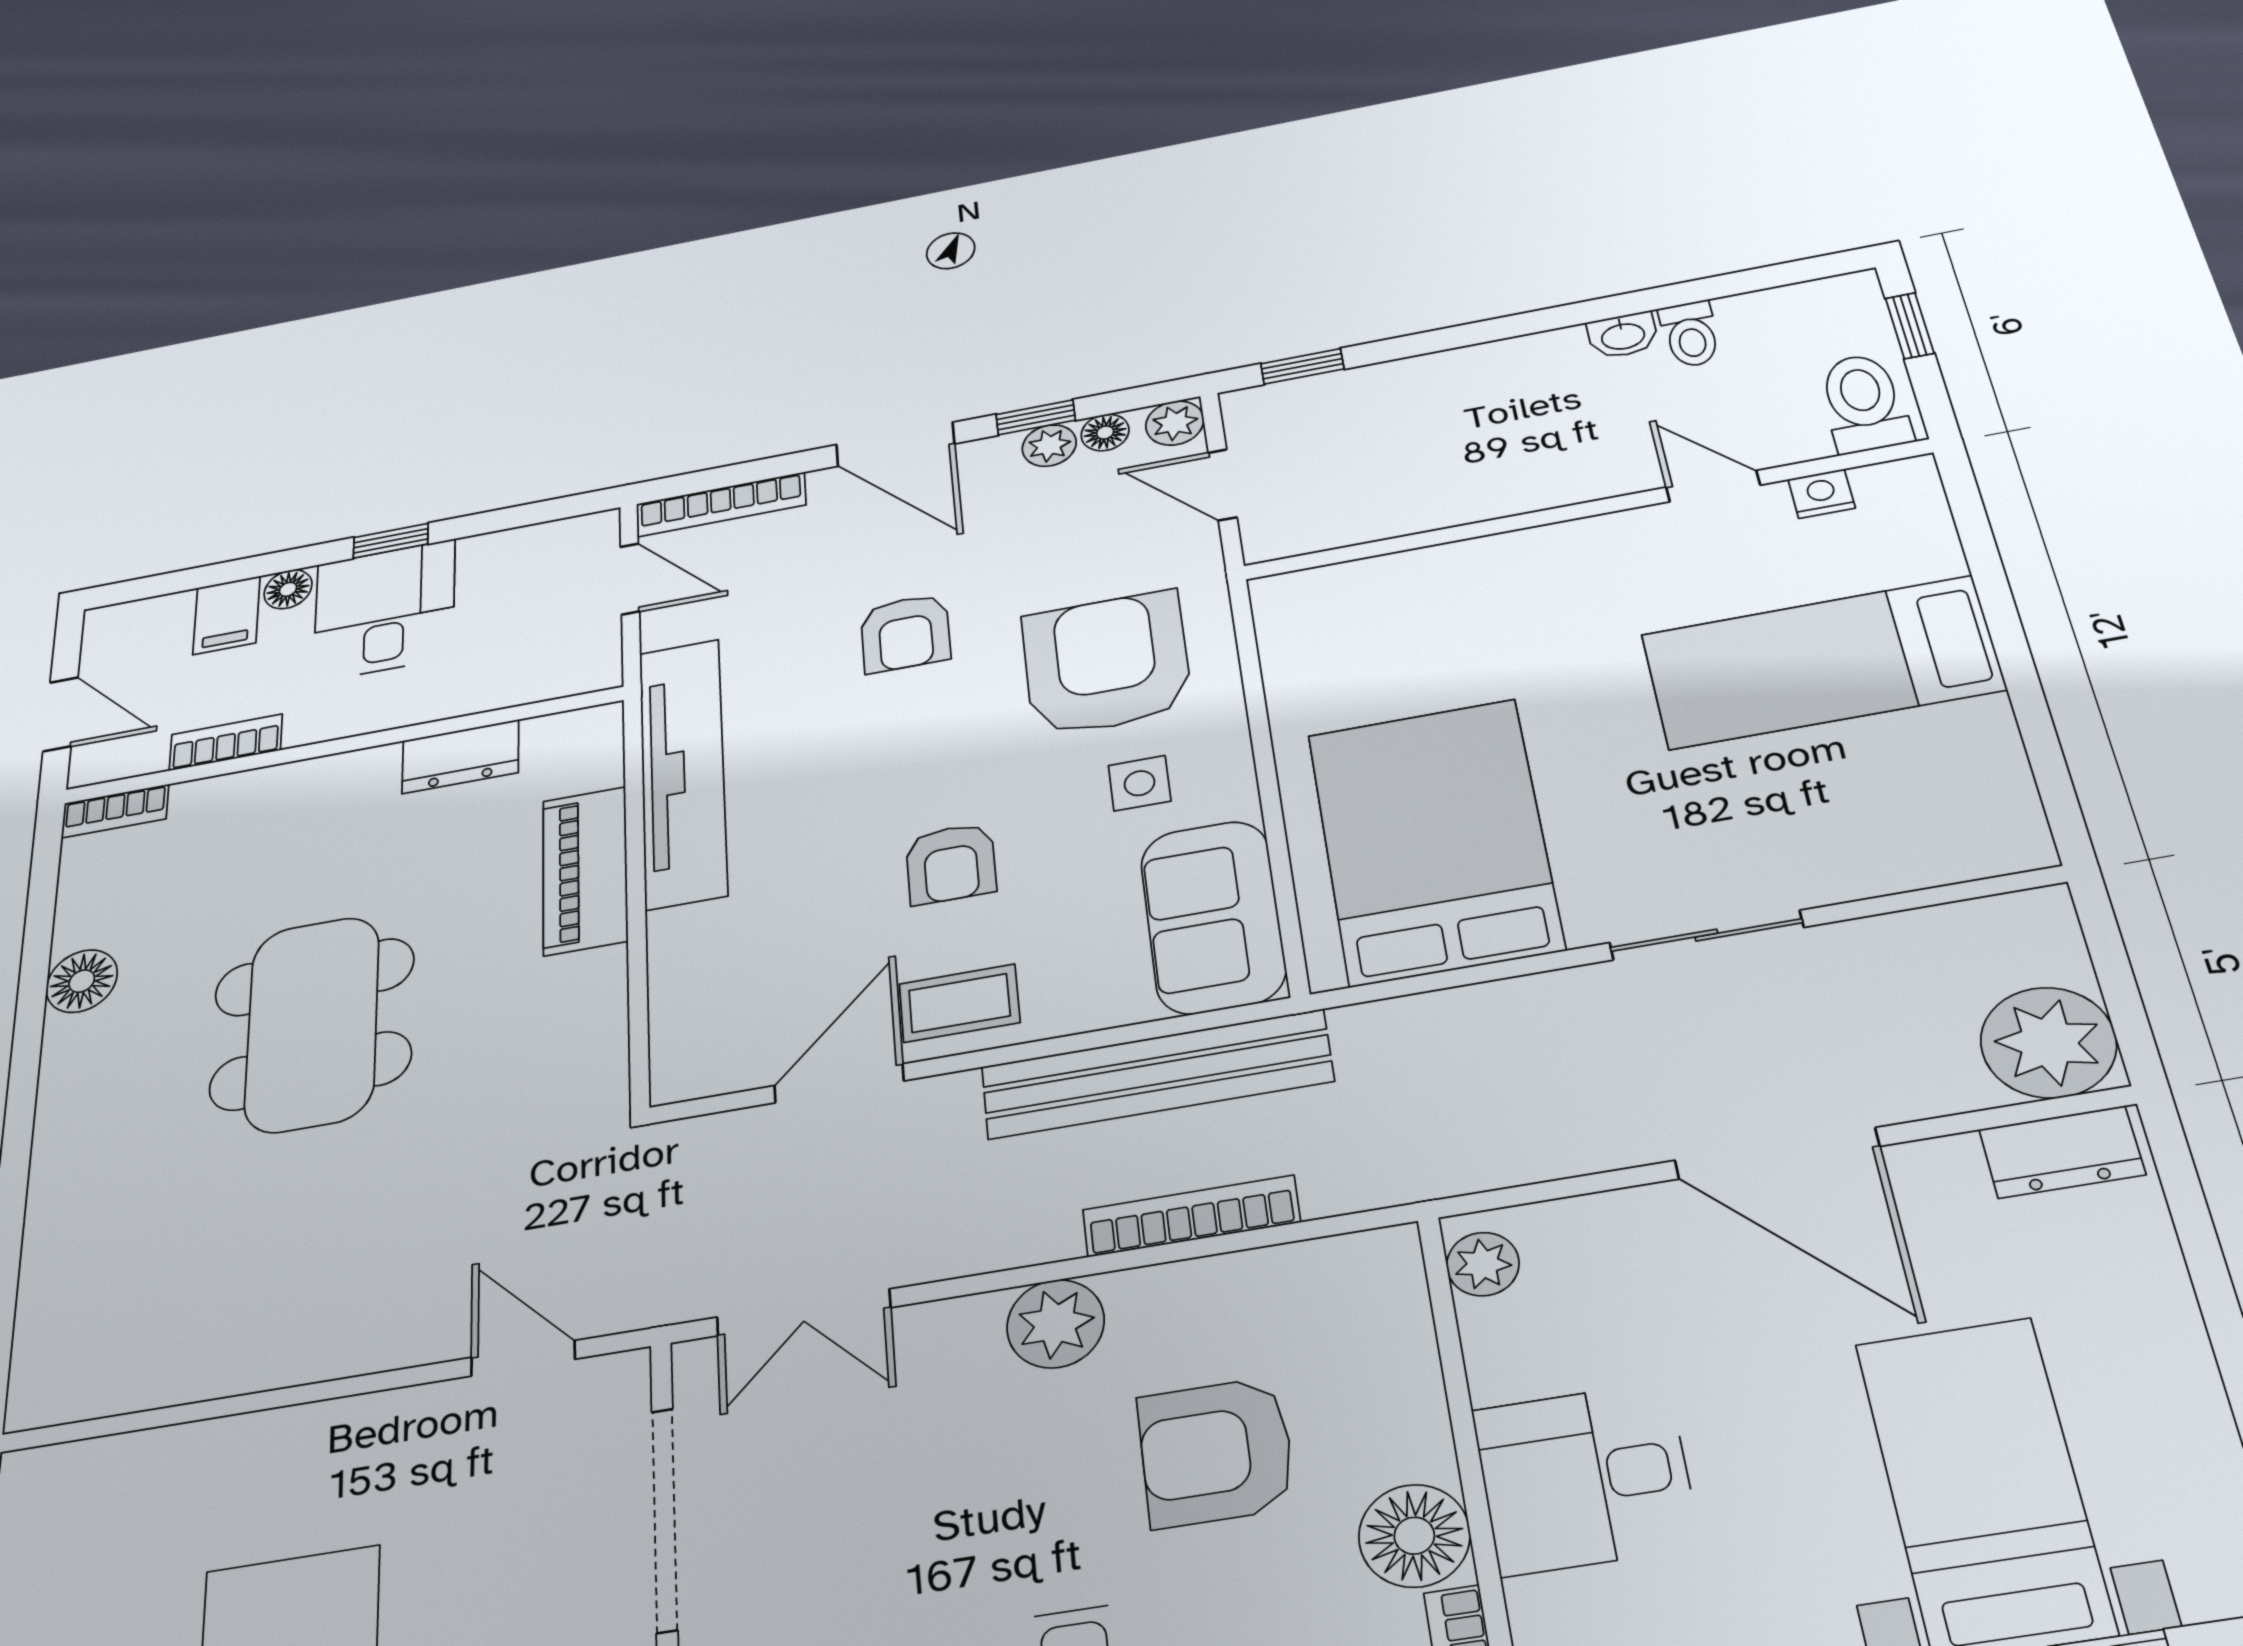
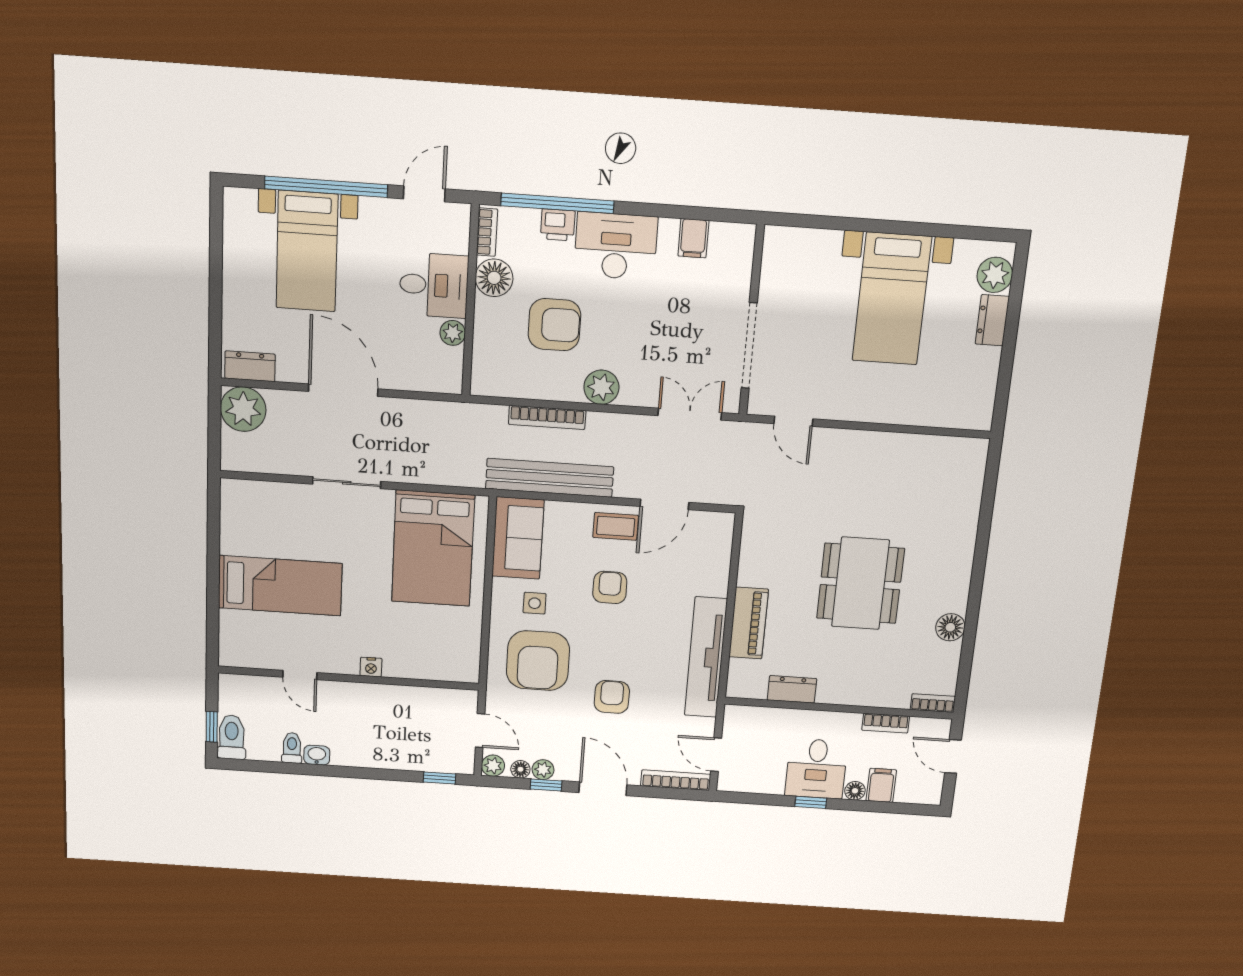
toilet: (1864, 403) -> (232, 737), moved, turned 180
nightstand: (1821, 494) -> (371, 667), moved
plant: (1483, 1264) -> (453, 333), moved

